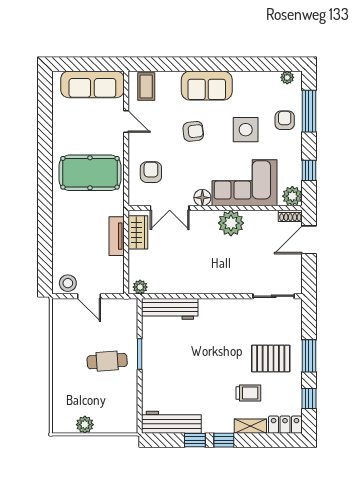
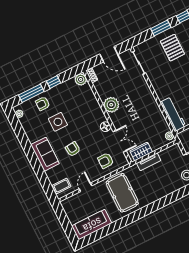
sofa: (92, 84) -> (92, 225), moved, turned -90
window: (309, 170) -> (54, 82), moved
corner sofa: (245, 183) -> (86, 108), removed
door: (309, 240) -> (109, 54), moved

